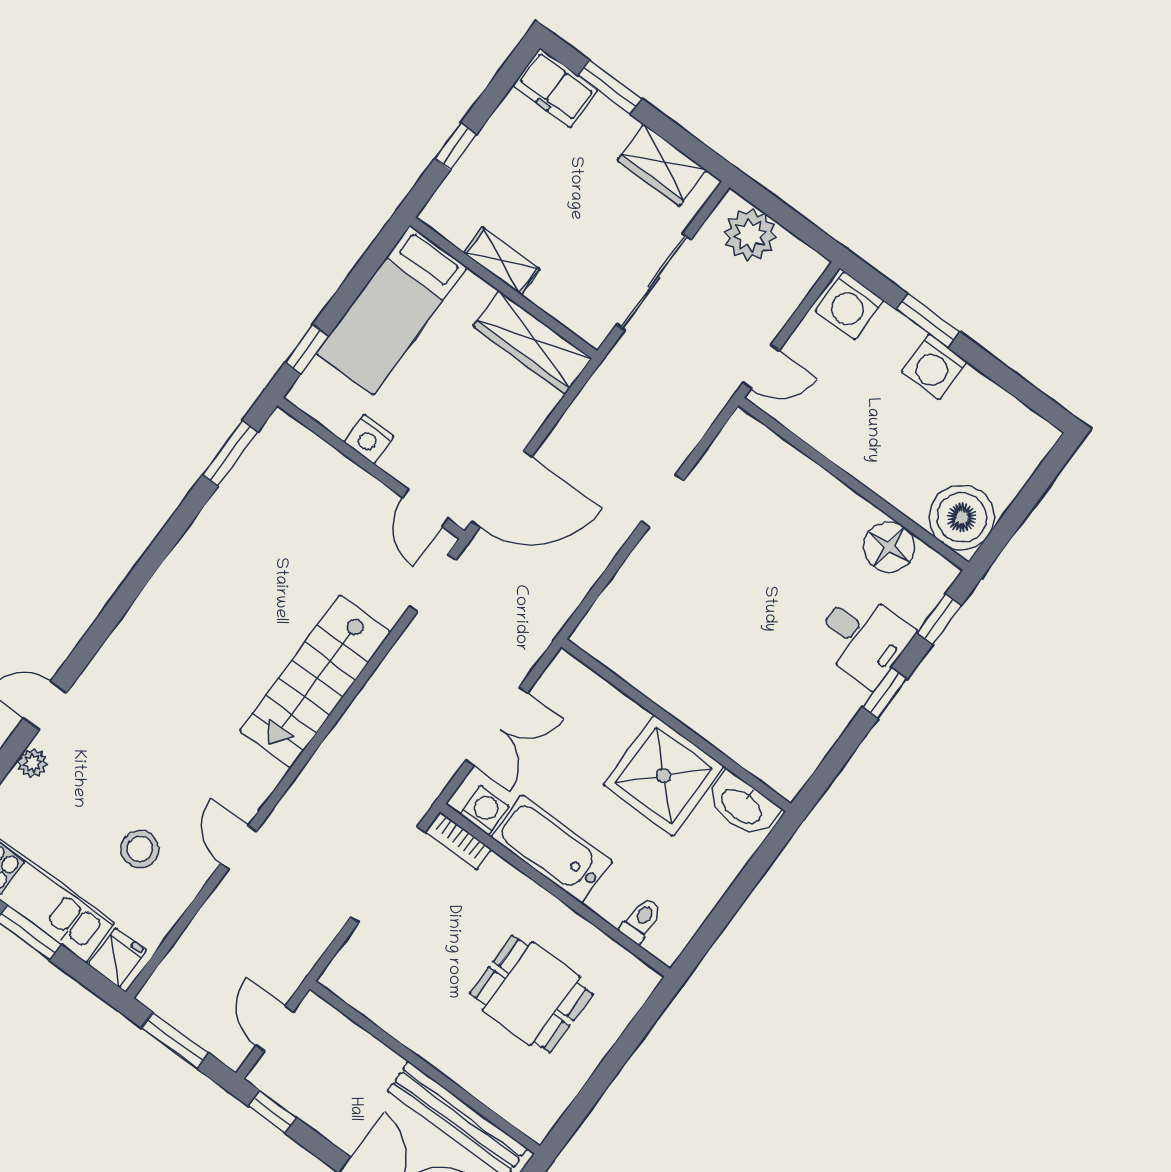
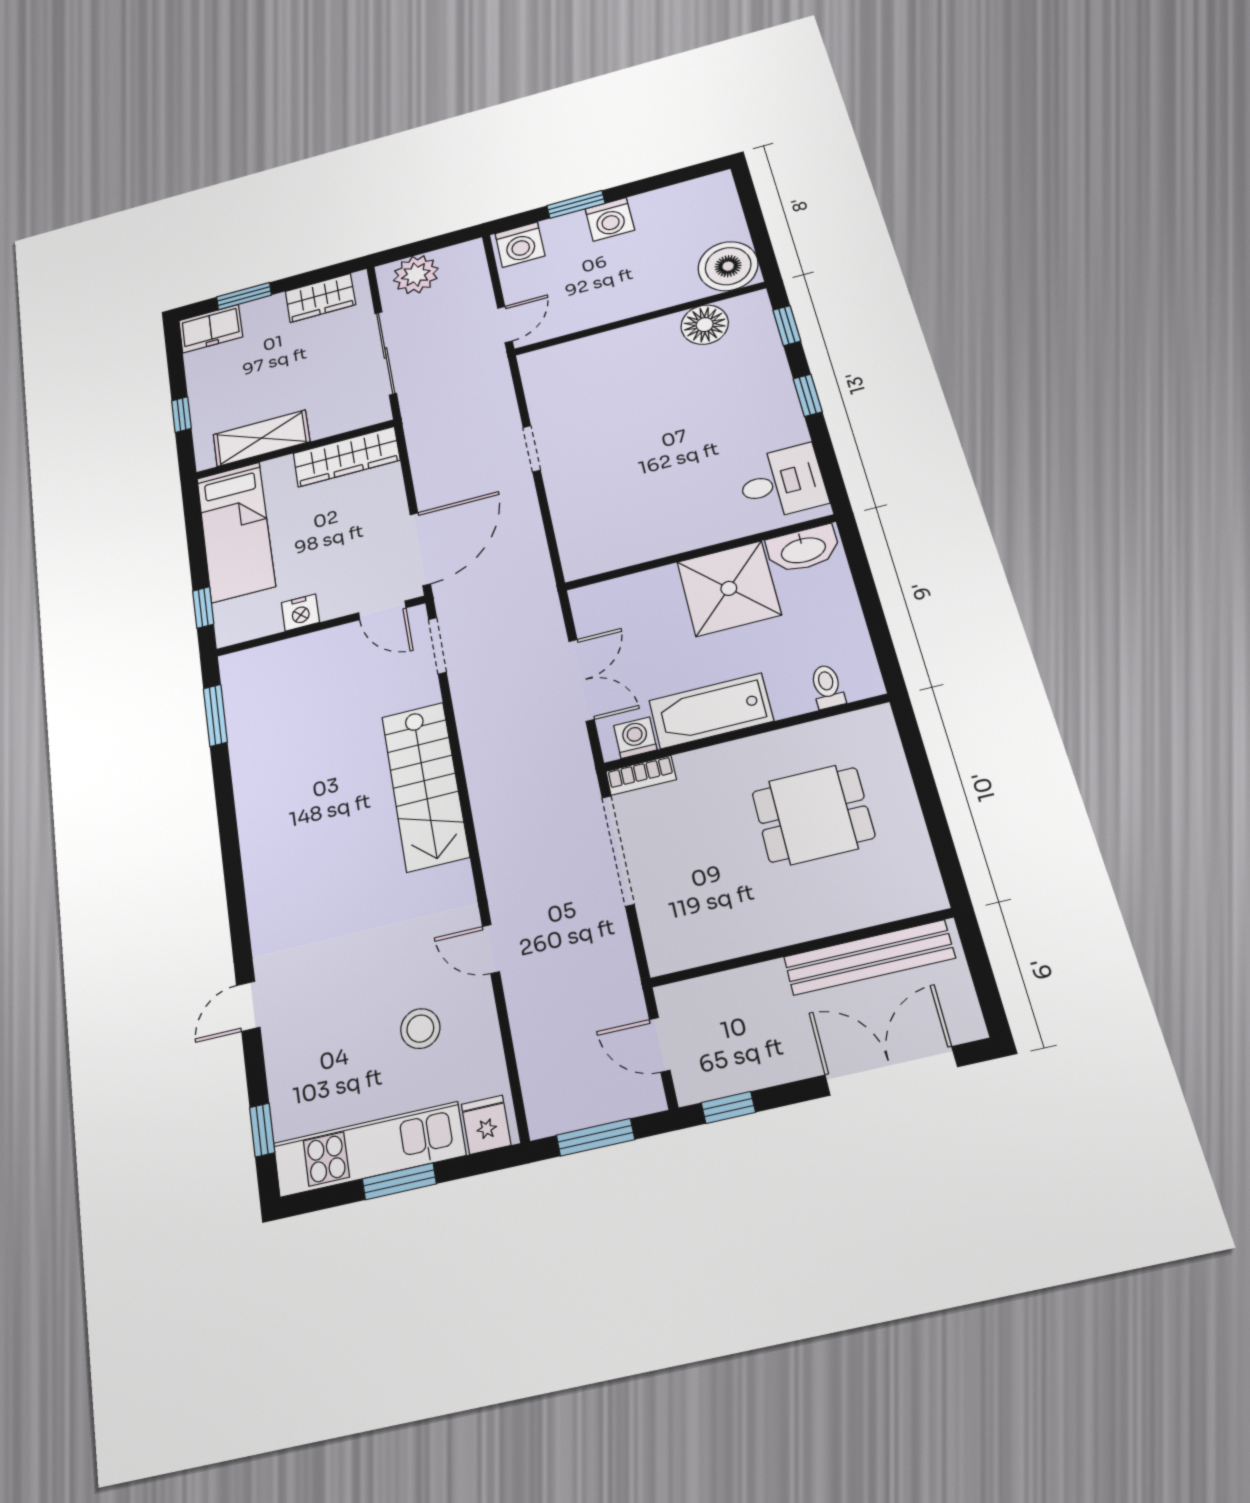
shelving: (502, 261) -> (261, 438), width x1.50, depth x1.33
desk: (863, 638) -> (782, 482), moved
plant: (33, 763) -> (279, 1055), removed

